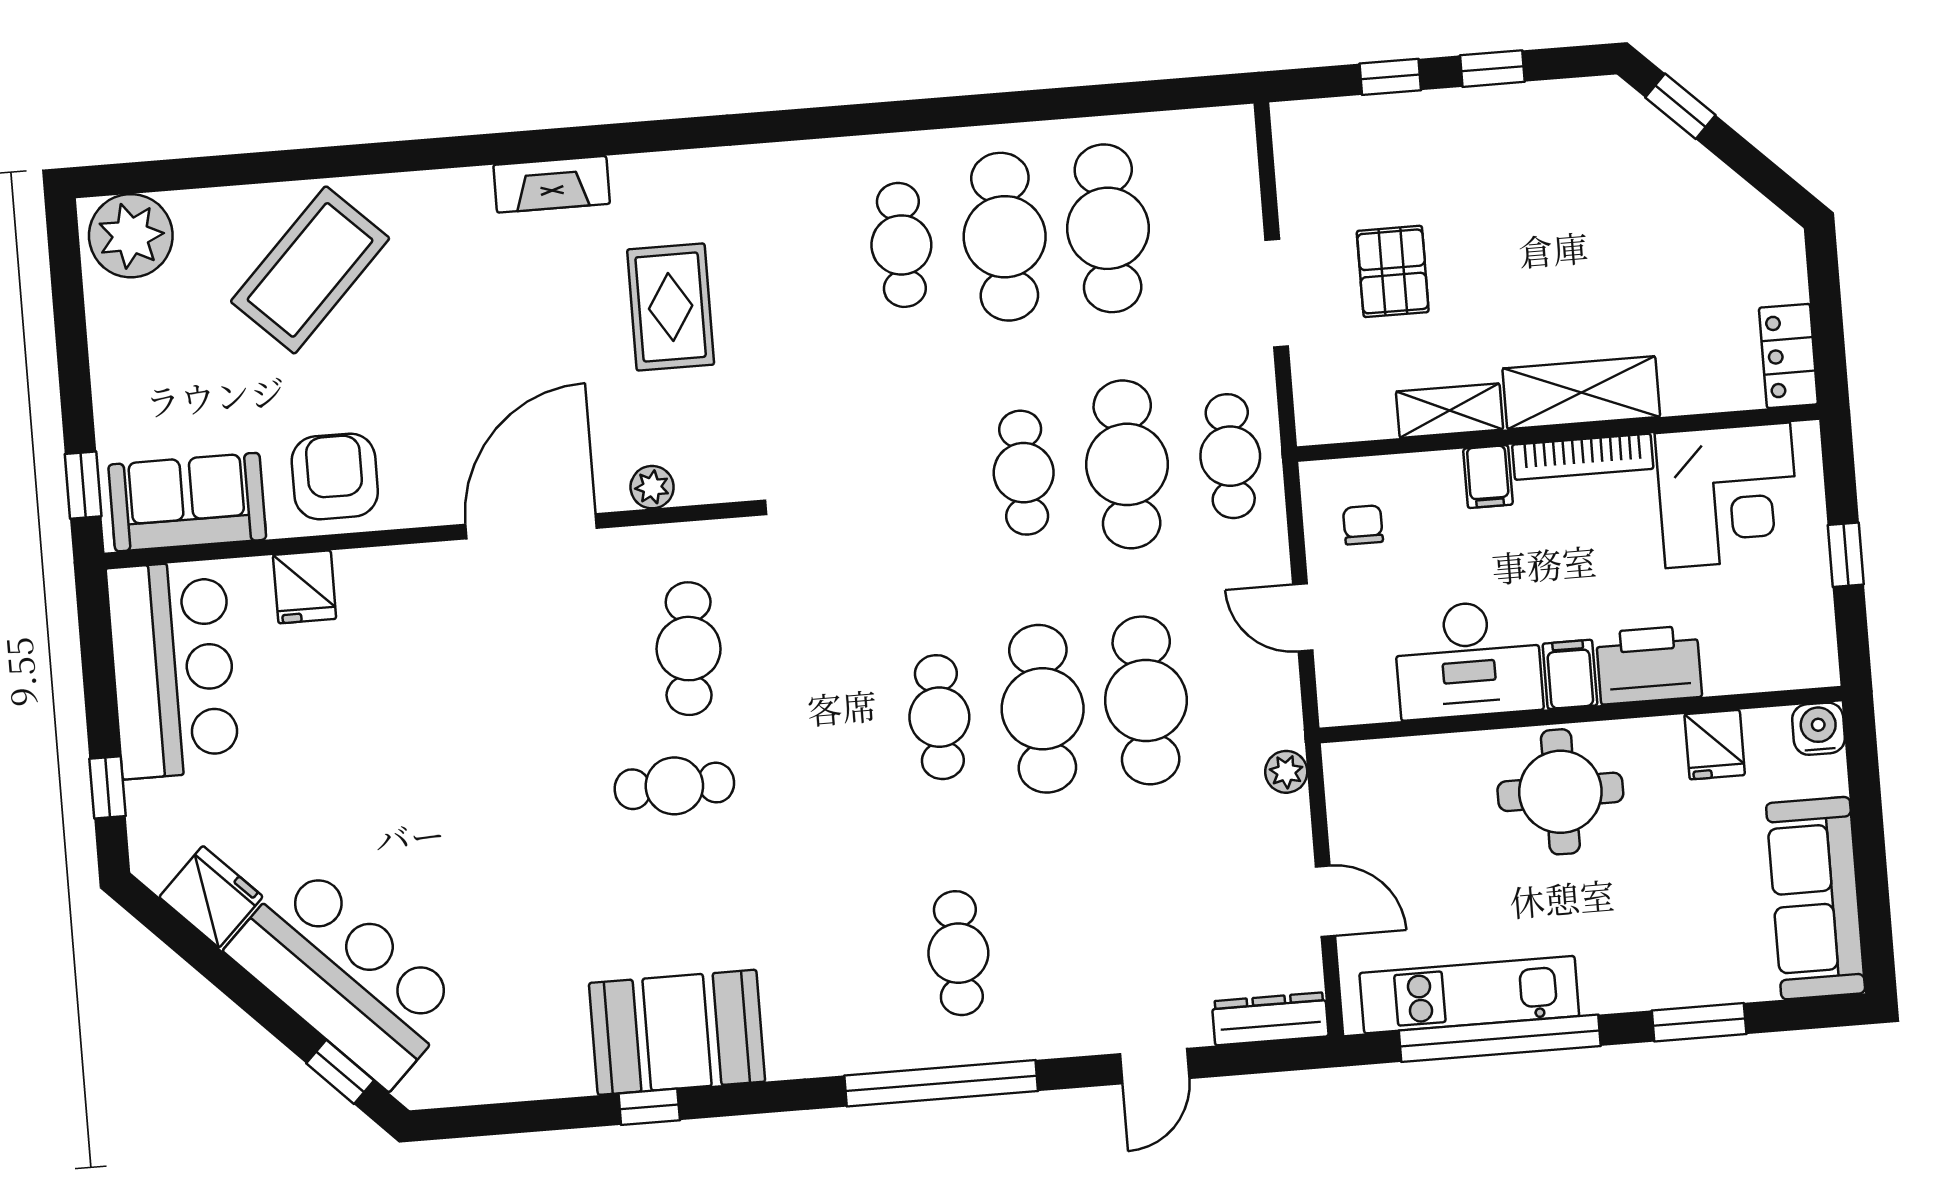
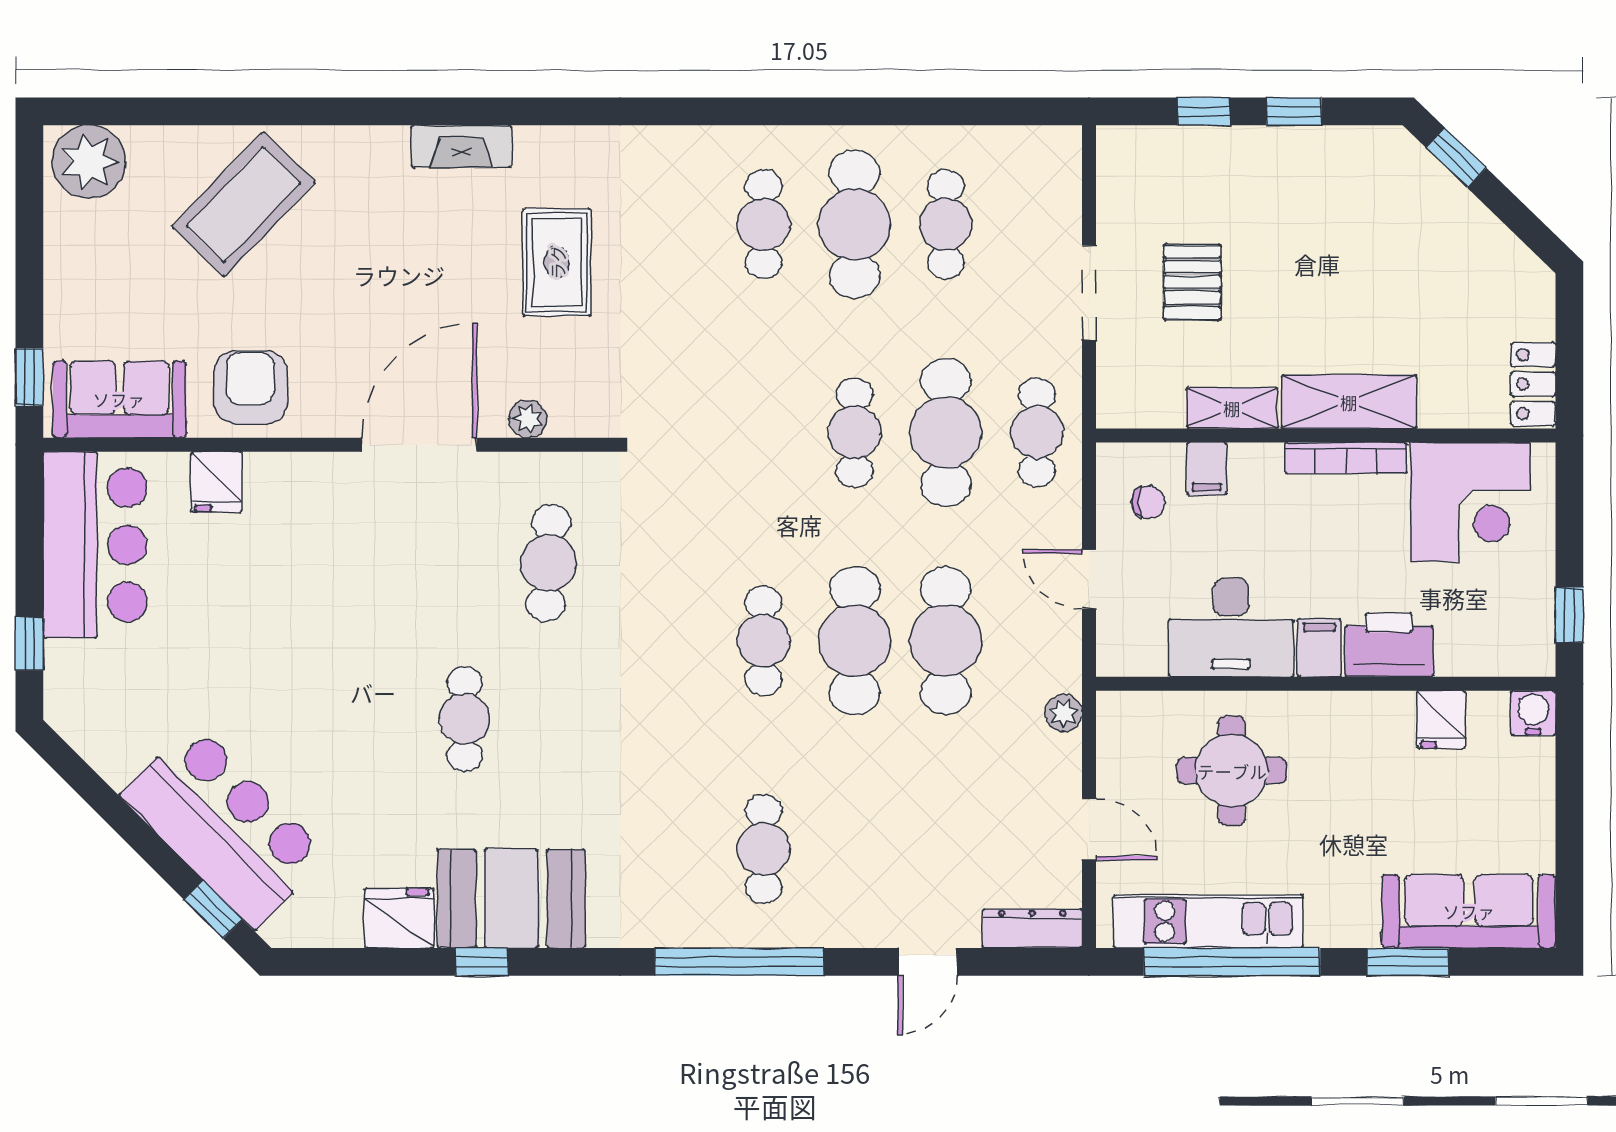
cafe table: (1108, 228) -> (946, 224), width x0.73, depth x0.74
filing cabinet: (1488, 477) -> (1207, 469), moved
chair: (1363, 525) -> (1148, 502), turned 90
window: (1846, 555) -> (1569, 615), moved
cafe table: (674, 786) -> (465, 719), moved, turned 90
round table: (1560, 792) -> (1232, 771), moved
fridge: (211, 897) -> (399, 918), moved, turned -45
sofa: (1816, 898) -> (1469, 911), moved, turned 90

